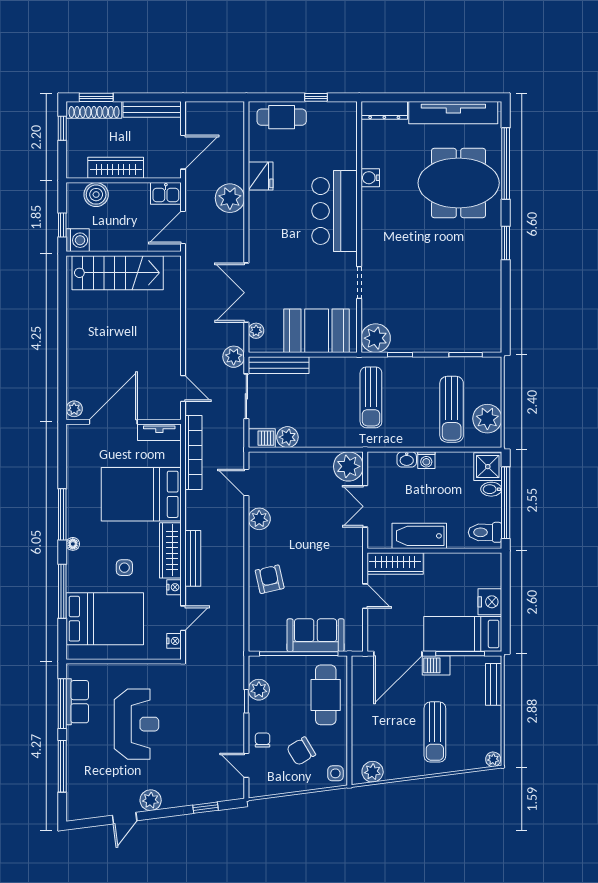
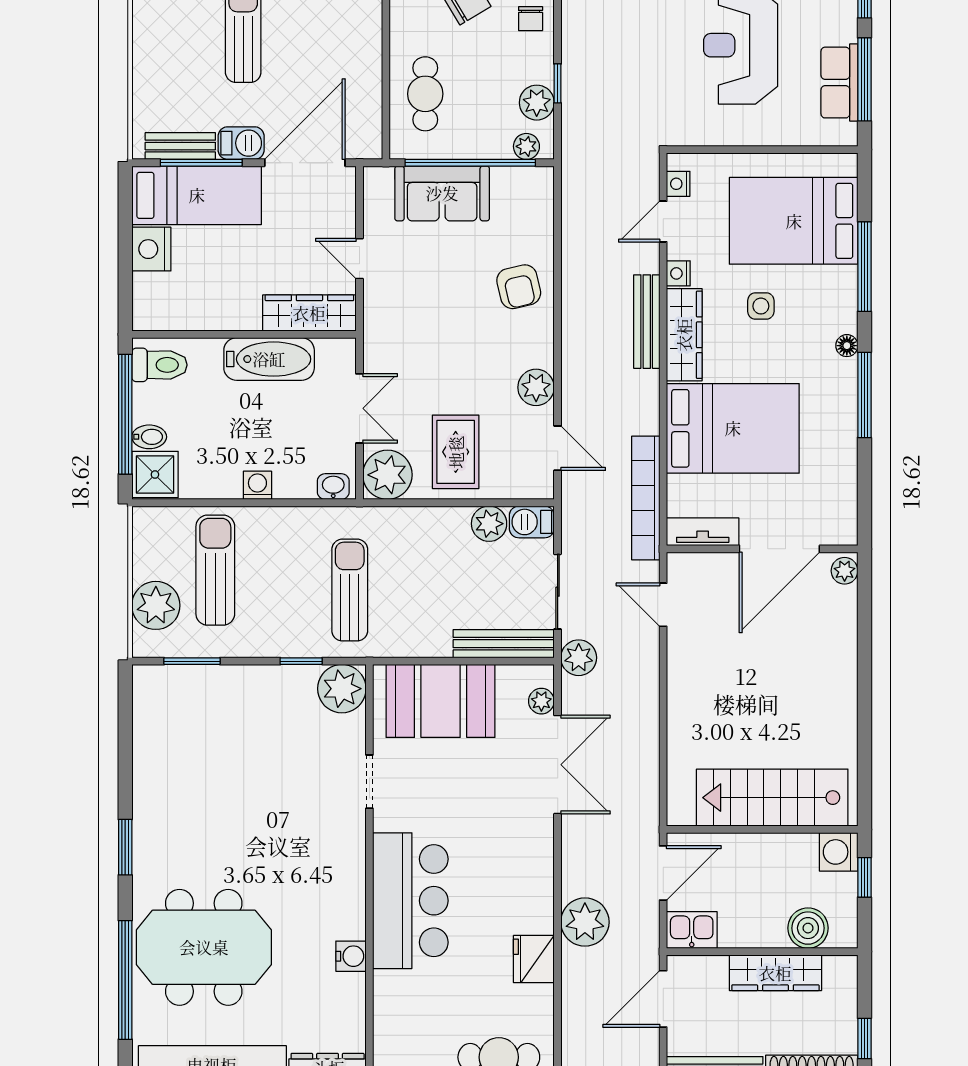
plant: (487, 419) -> (156, 605), moved
washbasin: (407, 459) -> (333, 487), moved
rug: (307, 480) -> (456, 452), added
plant: (265, 663) -> (526, 146), added
bench: (494, 684) -> (180, 146), moved, turned 90
cafe table: (326, 695) -> (425, 94), width x0.73, depth x0.74

